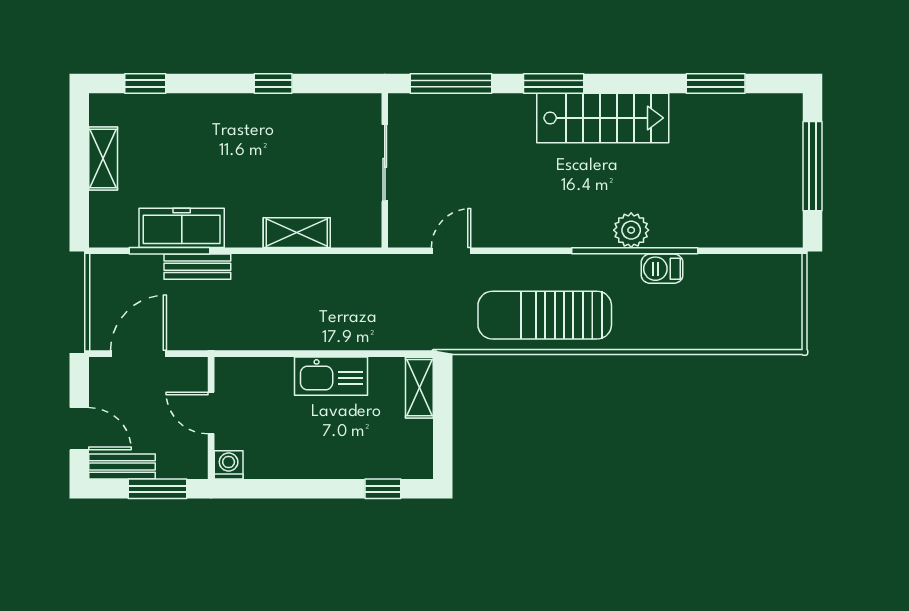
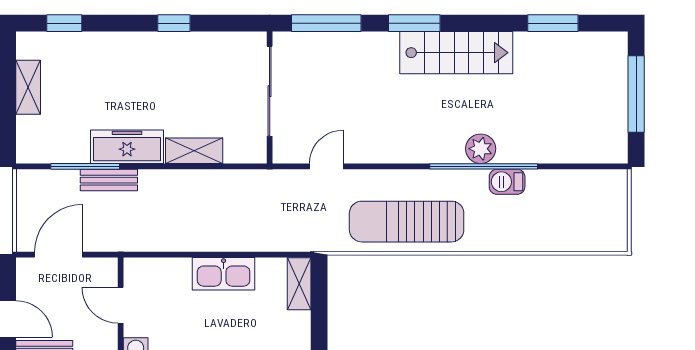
sliding door: (385, 163) -> (270, 91), width x1.37
freezer: (182, 228) -> (127, 147), moved

